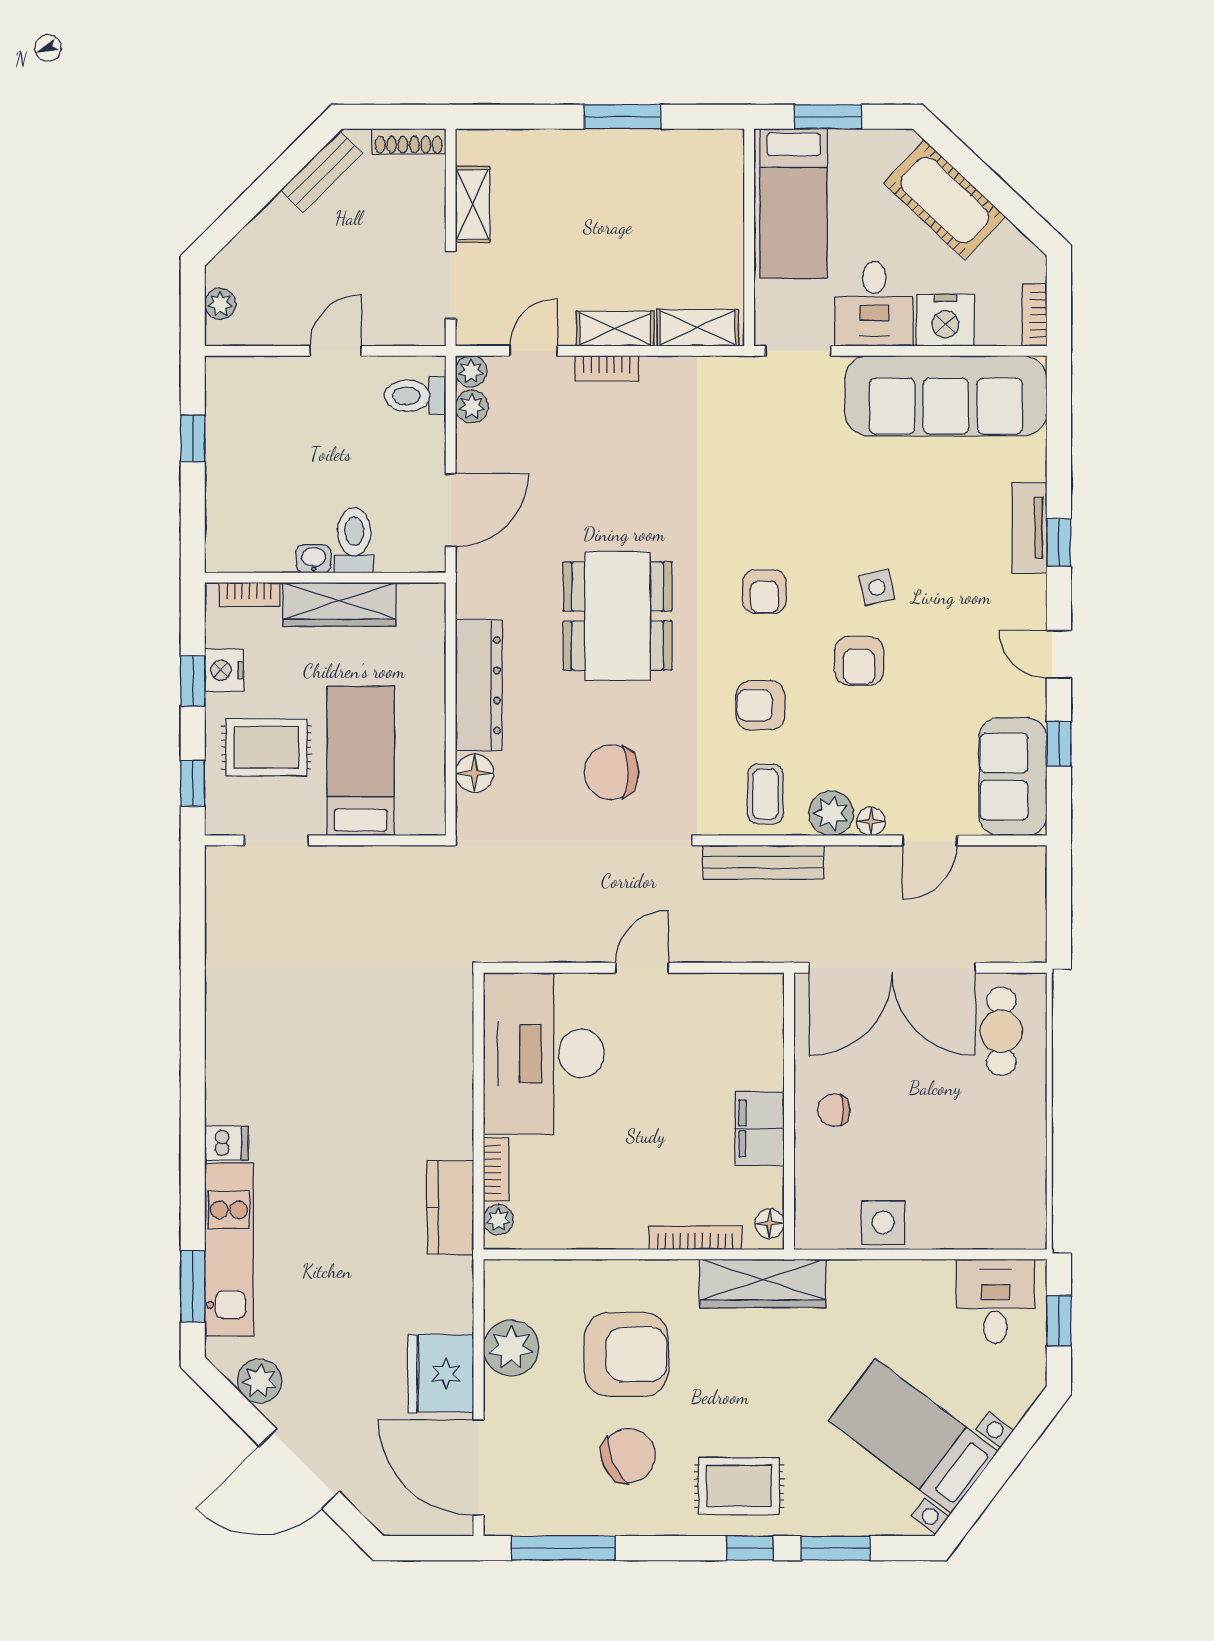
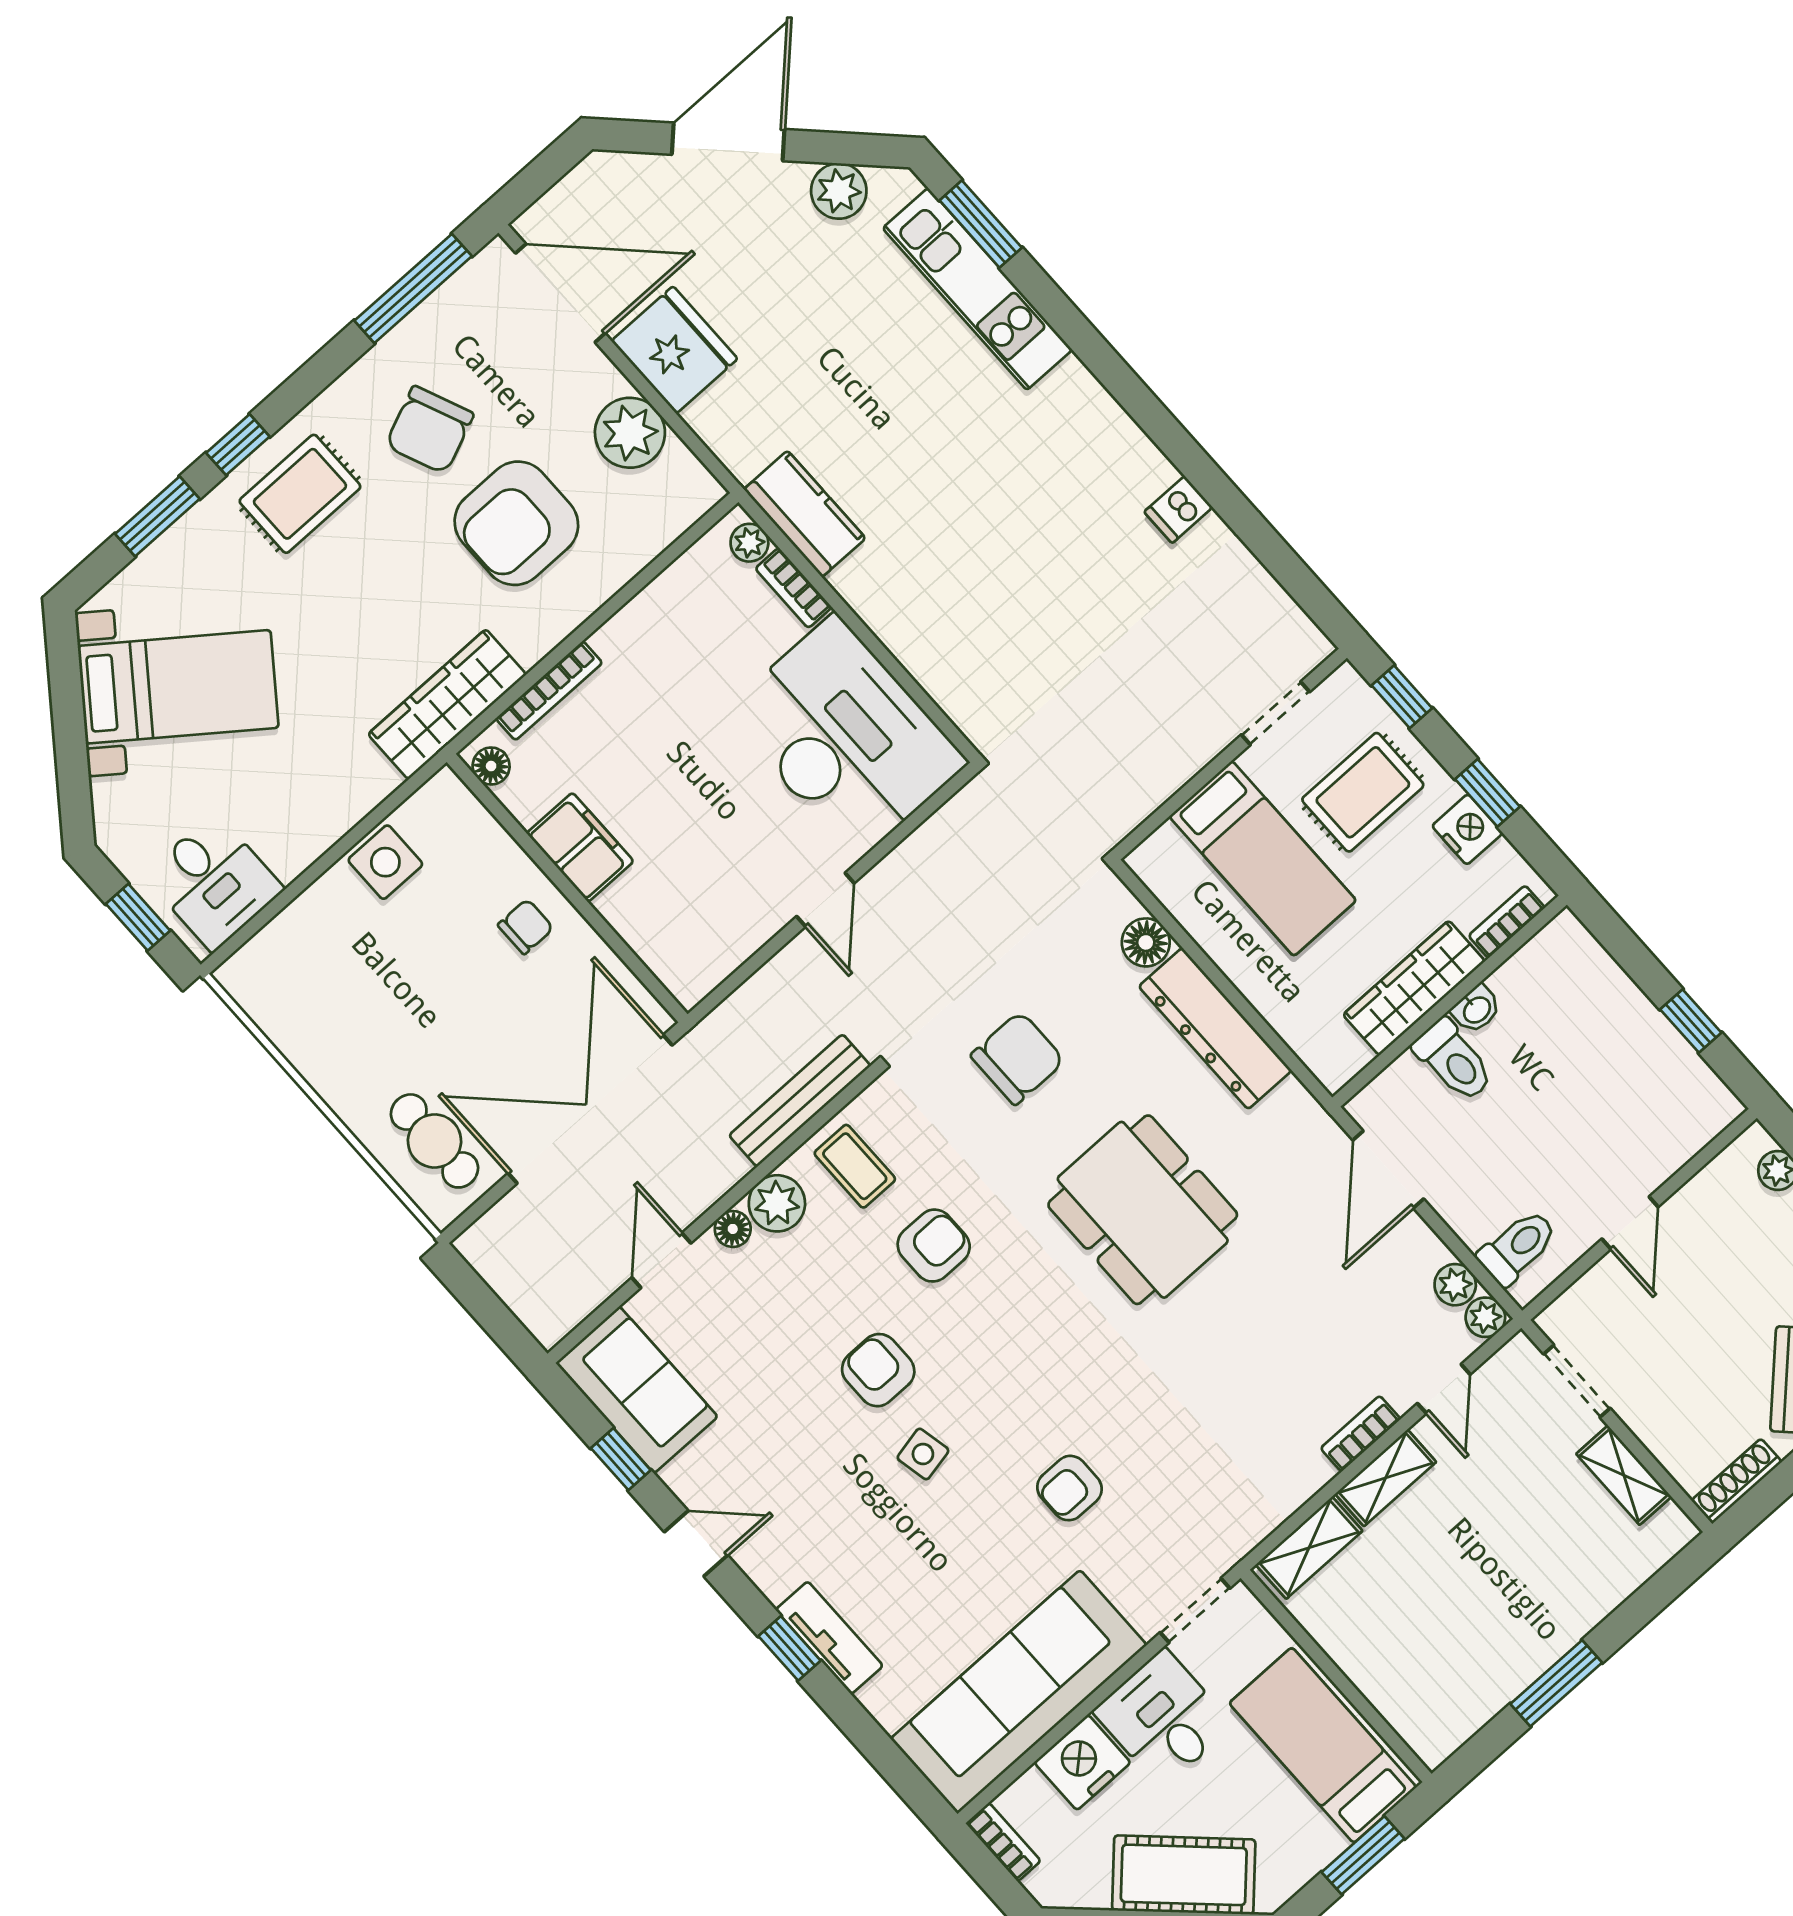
armchair: (764, 592) -> (1070, 1488), moved, turned -90
dishwasher: (226, 1143) -> (1178, 510), moved

